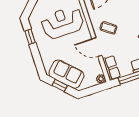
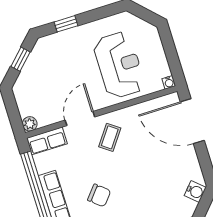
window: (30, 37) -> (66, 24), moved
sofa: (66, 74) -> (38, 70), removed

